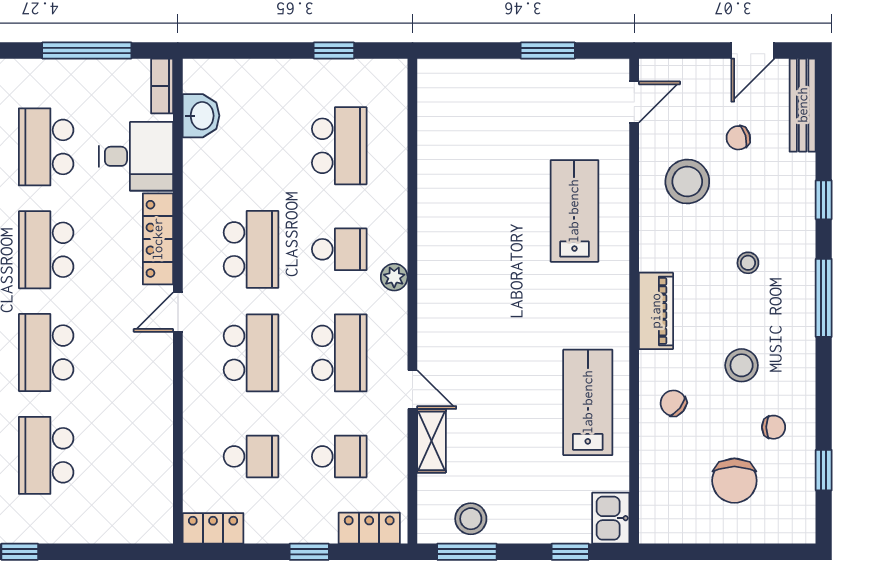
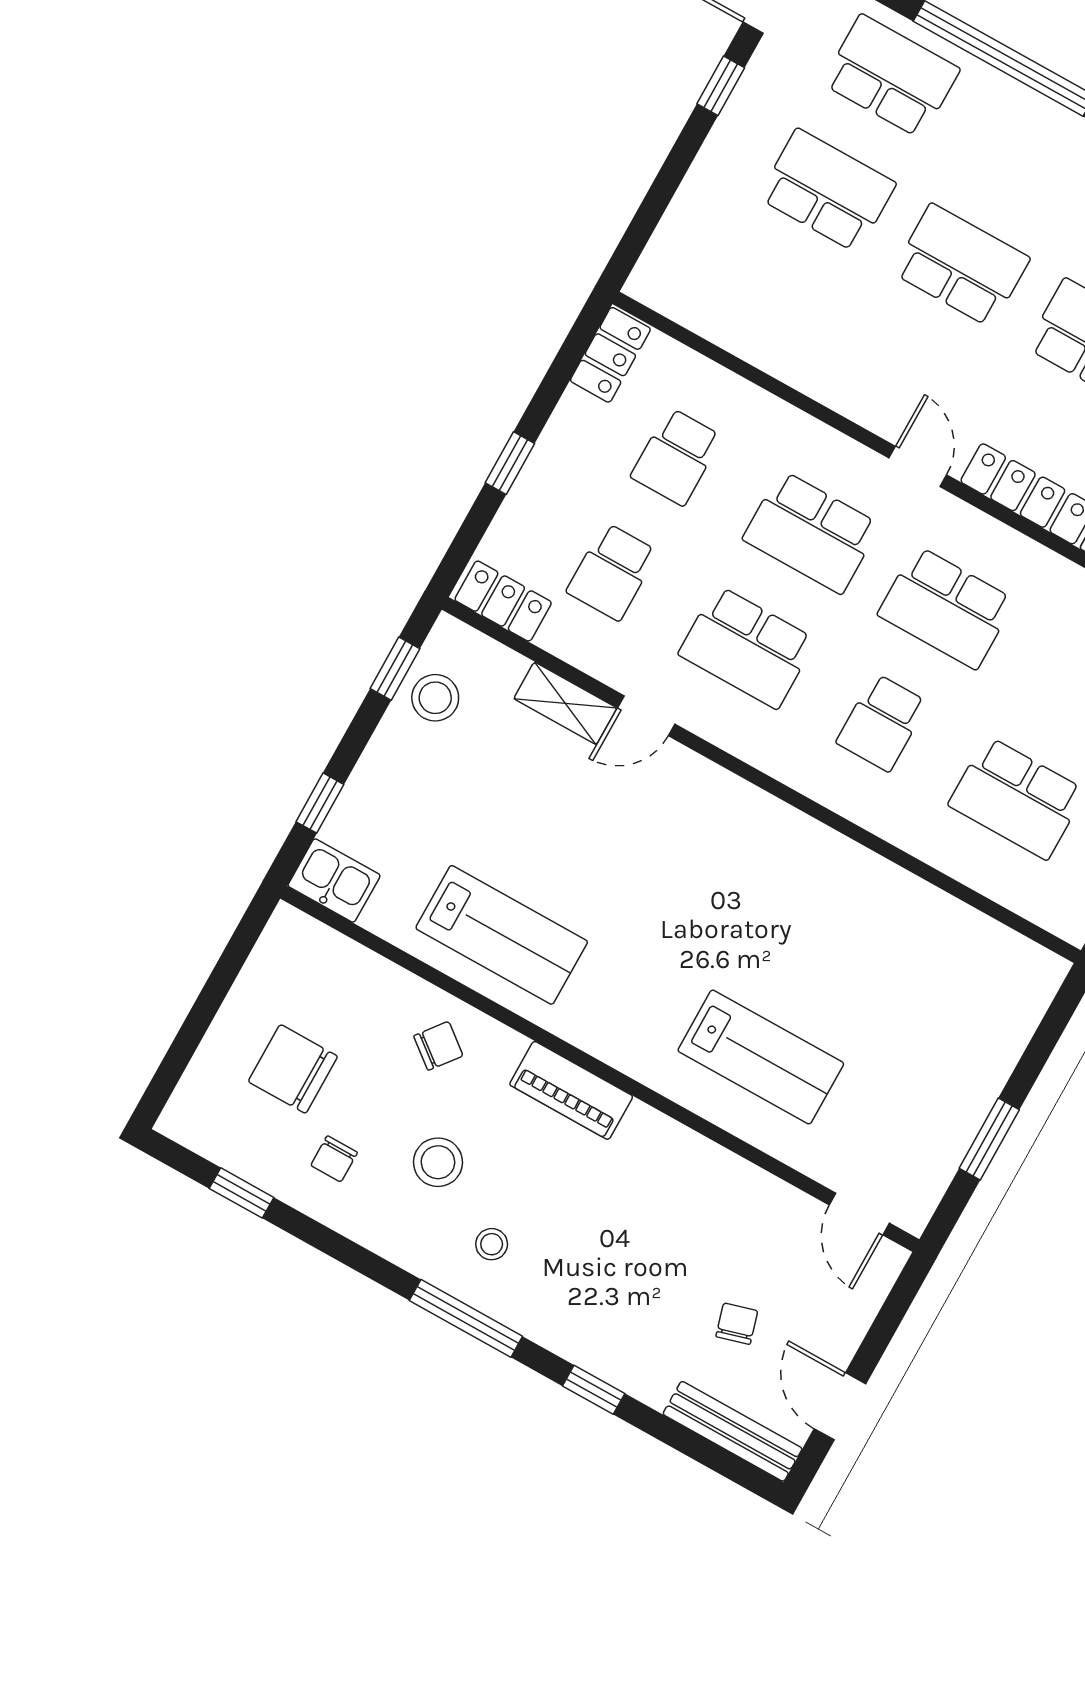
stool: (687, 181) -> (717, 1225), removed
stool: (748, 263) -> (492, 1244), moved
plant: (394, 277) -> (806, 774), removed
locker: (369, 528) -> (503, 601), moved, turned -90
window: (467, 552) -> (395, 669), width x0.67

